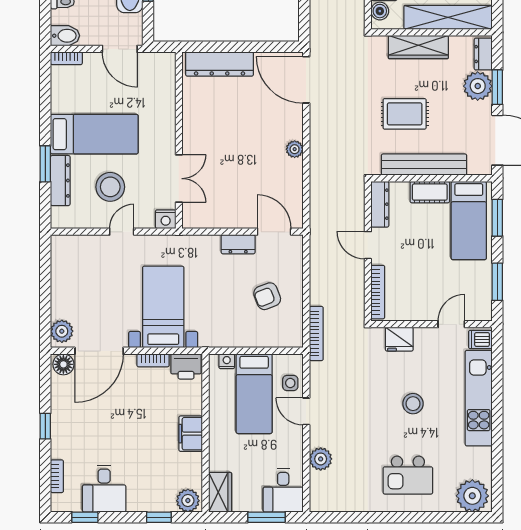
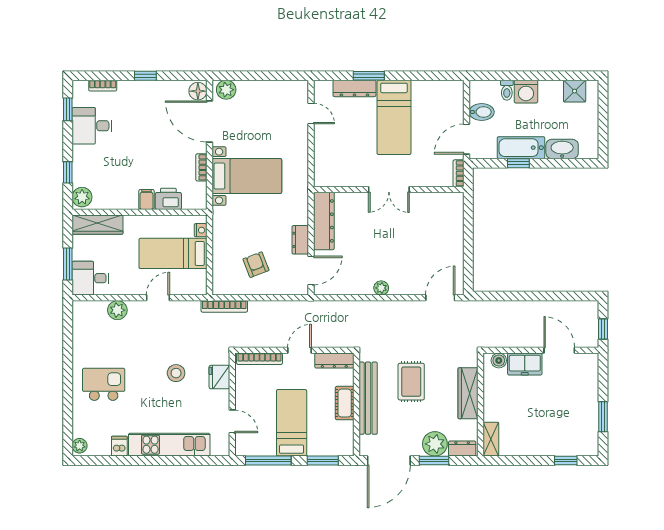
shelving: (448, 17) -> (491, 439), width x0.45, depth x0.75
bidet: (65, 36) -> (482, 112), moved, turned -90
bookcase: (66, 58) -> (459, 173), moved
dresser: (220, 64) -> (324, 221), moved, turned 180
door: (306, 80) -> (440, 298), width x0.73
double door: (179, 179) -> (389, 189), moved
stool: (110, 187) -> (349, 131), removed
nightstand: (166, 219) -> (321, 178), removed
bed: (469, 221) -> (292, 423), moved, turned 90
door: (122, 232) -> (311, 114), moved
window: (497, 282) -> (268, 461), width x1.44
dishwasher: (480, 339) -> (119, 446), moved
printer: (186, 366) -> (168, 199), moved, turned 90
side table: (290, 383) -> (182, 284), removed
stool: (413, 404) -> (176, 373), moved
filing cabinet: (191, 434) -> (146, 199), width x0.50
kitchen island: (408, 475) -> (104, 384), turned 90
wardrobe: (220, 492) -> (97, 225), width x1.50
plant: (472, 496) -> (80, 446), width x0.53, depth x0.53

